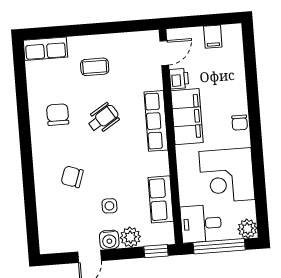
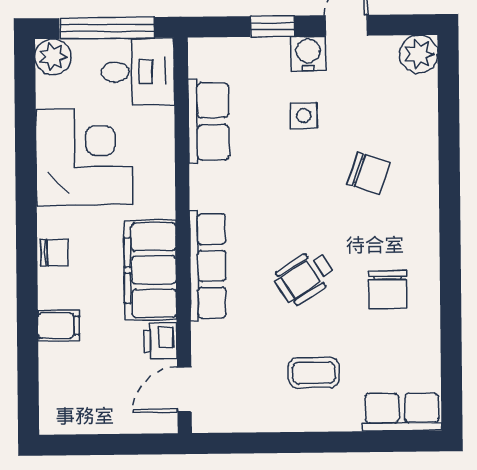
filing cabinet: (213, 37) -> (58, 326), moved, turned 90
chair: (240, 123) -> (54, 253), turned 90
plant: (130, 237) -> (419, 54), moved
window: (156, 251) -> (273, 26), moved

